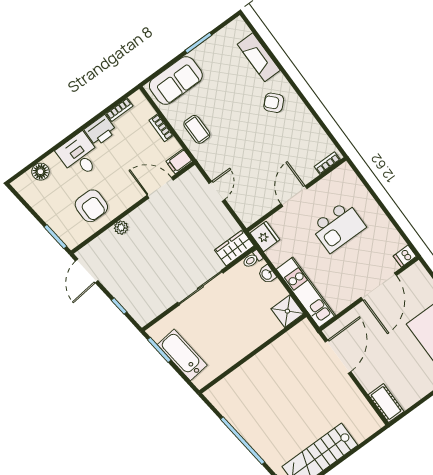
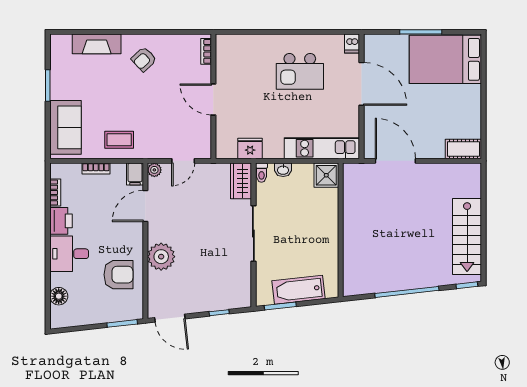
bookcase: (327, 163) -> (206, 51), moved
plant: (193, 174) -> (154, 170), added
door: (217, 191) -> (183, 161), swing flipped
wall: (296, 194) -> (213, 96), moved
door: (294, 196) -> (213, 99), moved
kitchen island: (338, 227) -> (300, 71), moved, turned 90
plant: (121, 228) -> (161, 257), width x1.87, depth x1.87

